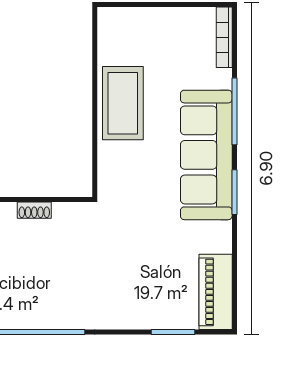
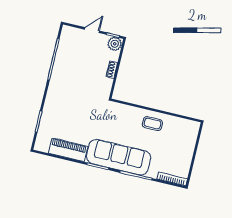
coffee table: (123, 103) -> (152, 124), width x0.54, depth x0.58
piano: (216, 292) -> (68, 150), moved

